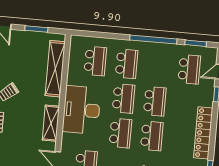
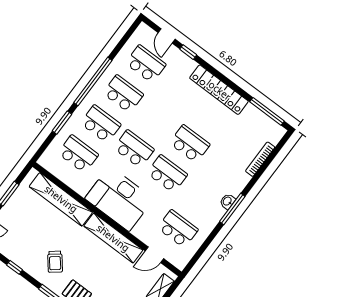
window: (196, 43) -> (62, 123), moved
school desk: (155, 101) -> (123, 94), moved
shelving: (51, 123) -> (113, 238), width x1.47

